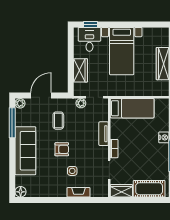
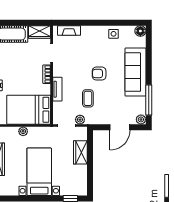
desk: (89, 39) -> (71, 183), removed
plant: (138, 92) -> (23, 131), added
bed: (132, 108) -> (29, 110), width x1.50
coffee table: (58, 121) -> (88, 98), moved
side table: (72, 171) -> (114, 34), moved
fireplace: (79, 192) -> (69, 30), moved

